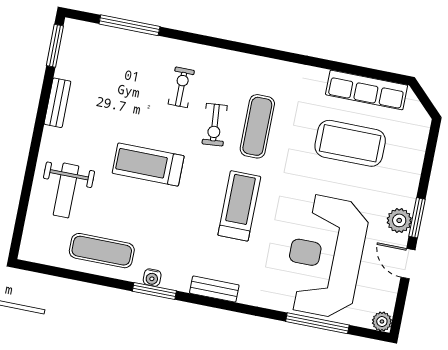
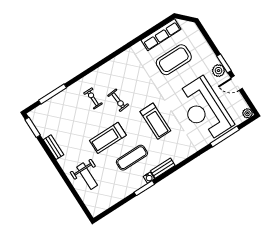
exercise mat: (257, 126) -> (134, 86), removed
treadmill: (239, 206) -> (155, 121), turned 180
exercise mat: (102, 251) -> (132, 158), moved
bench: (214, 289) -> (163, 168), moved
window: (154, 291) -> (144, 188), moved

